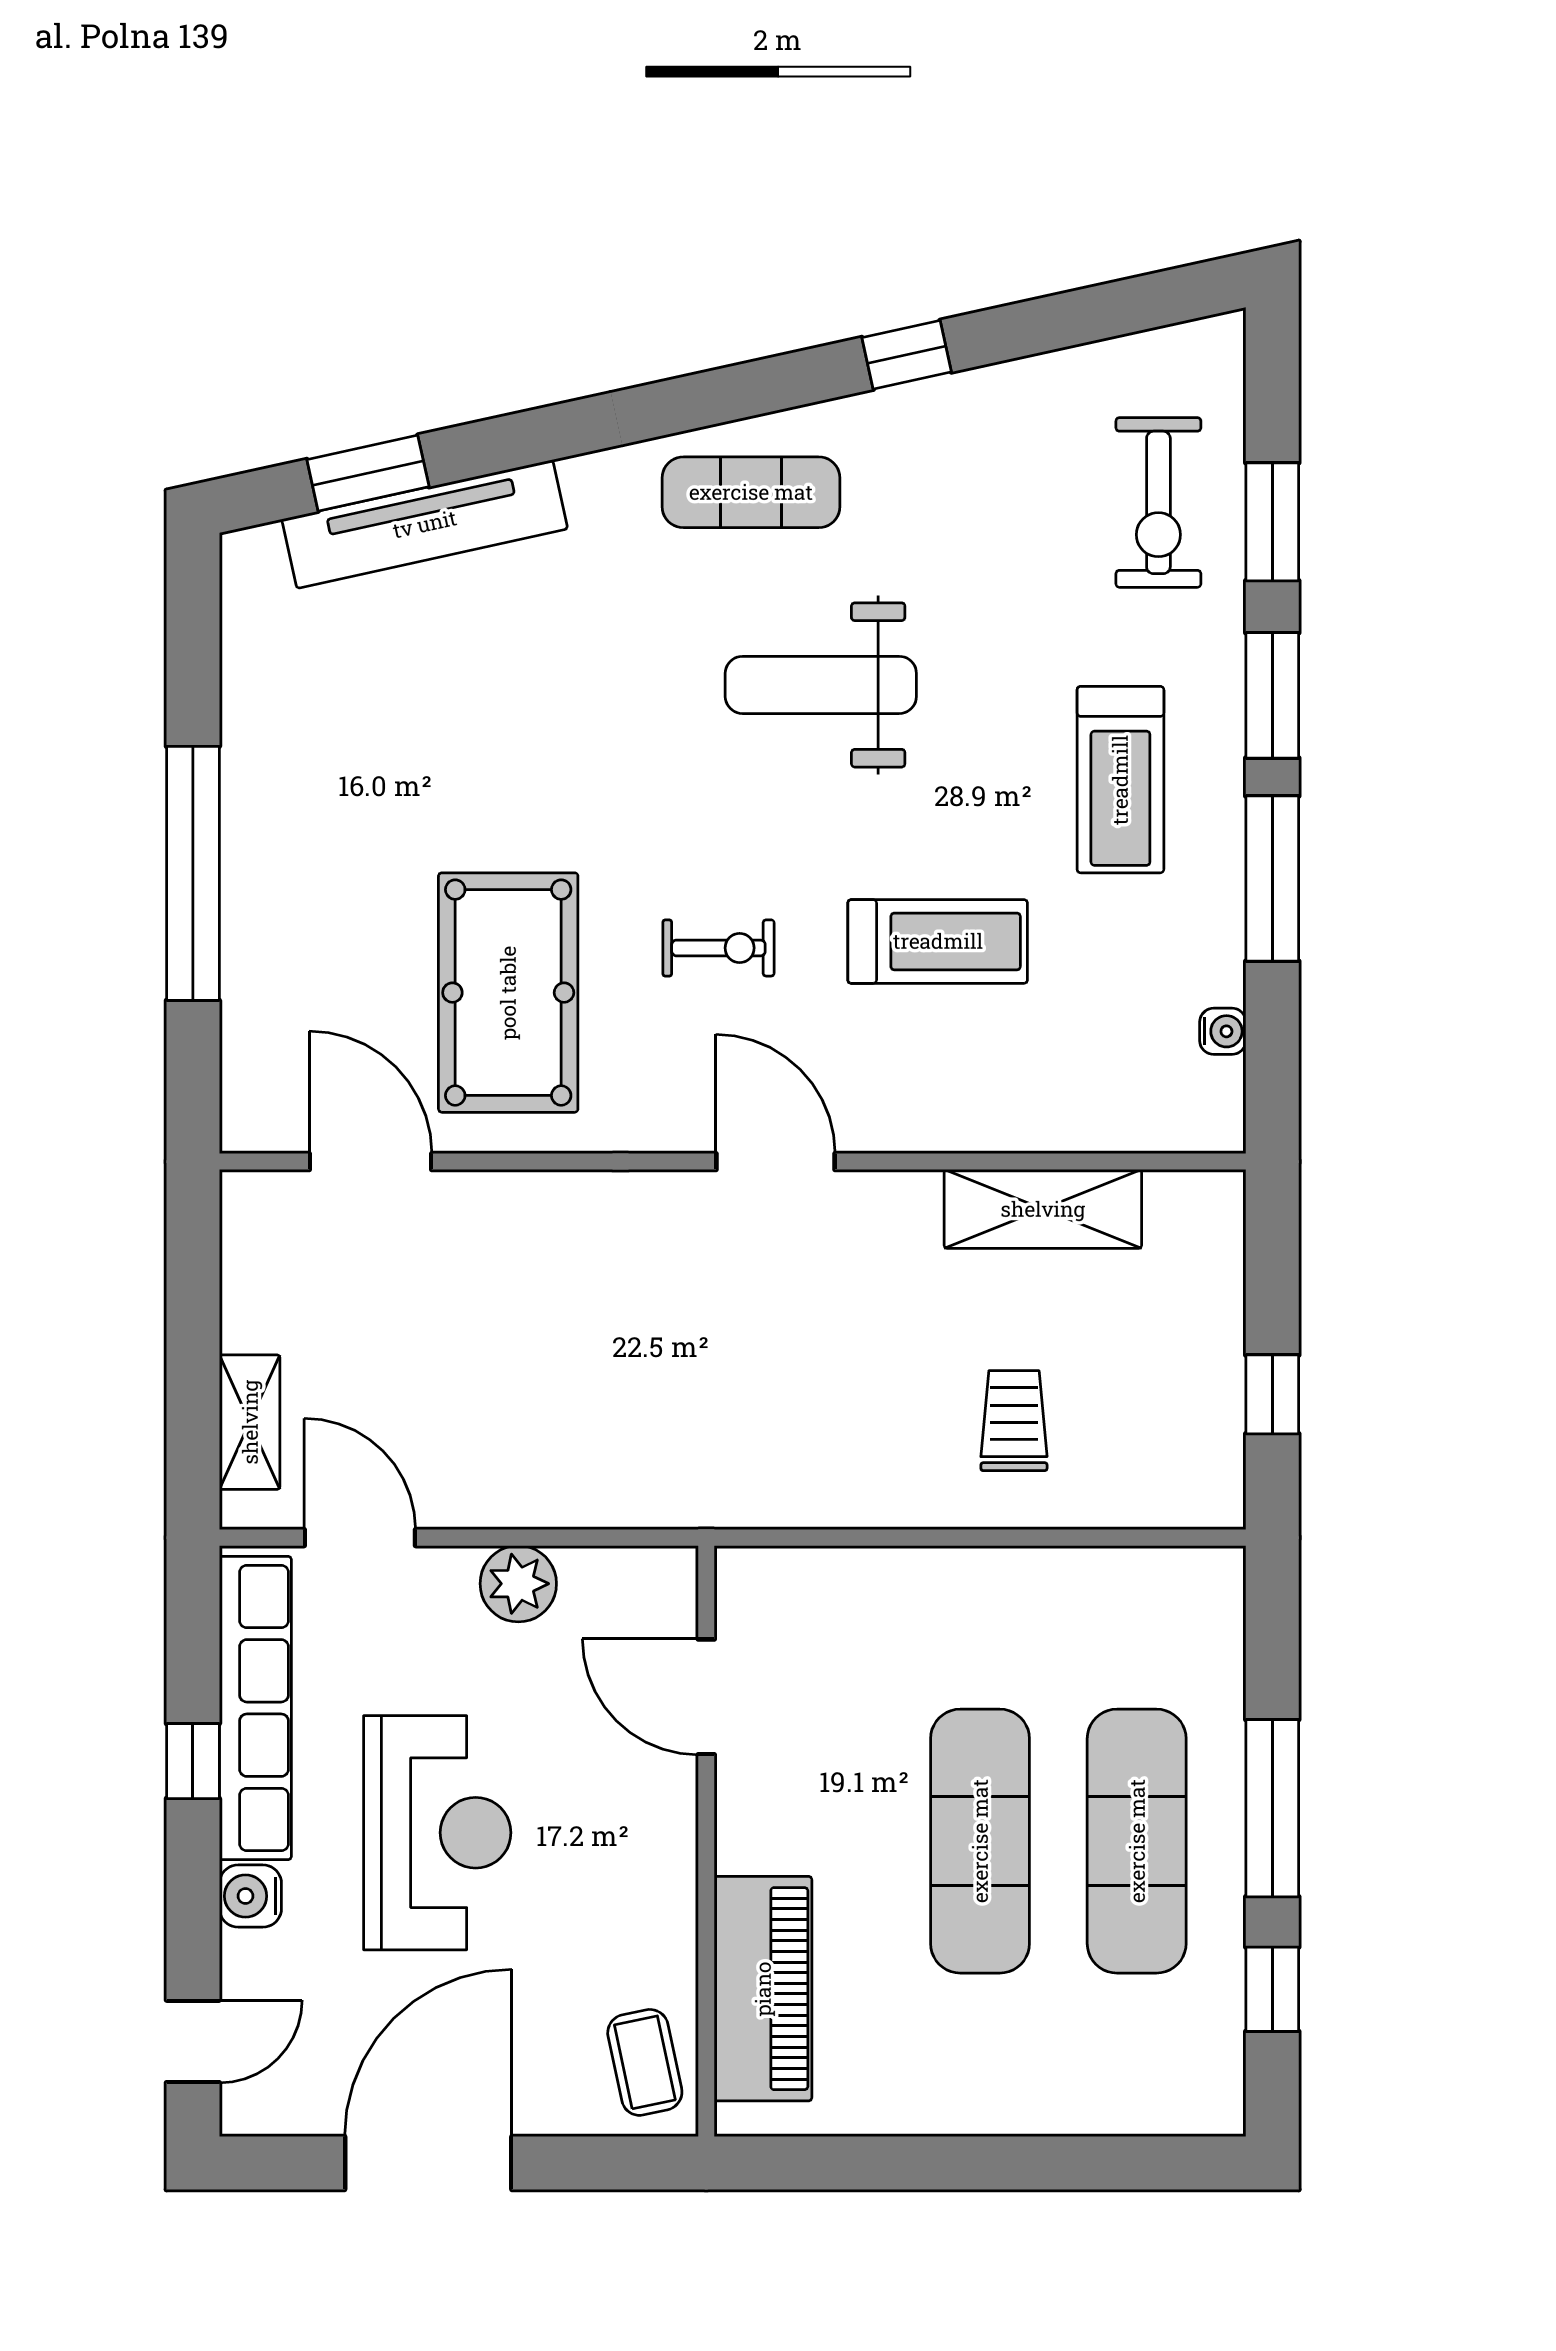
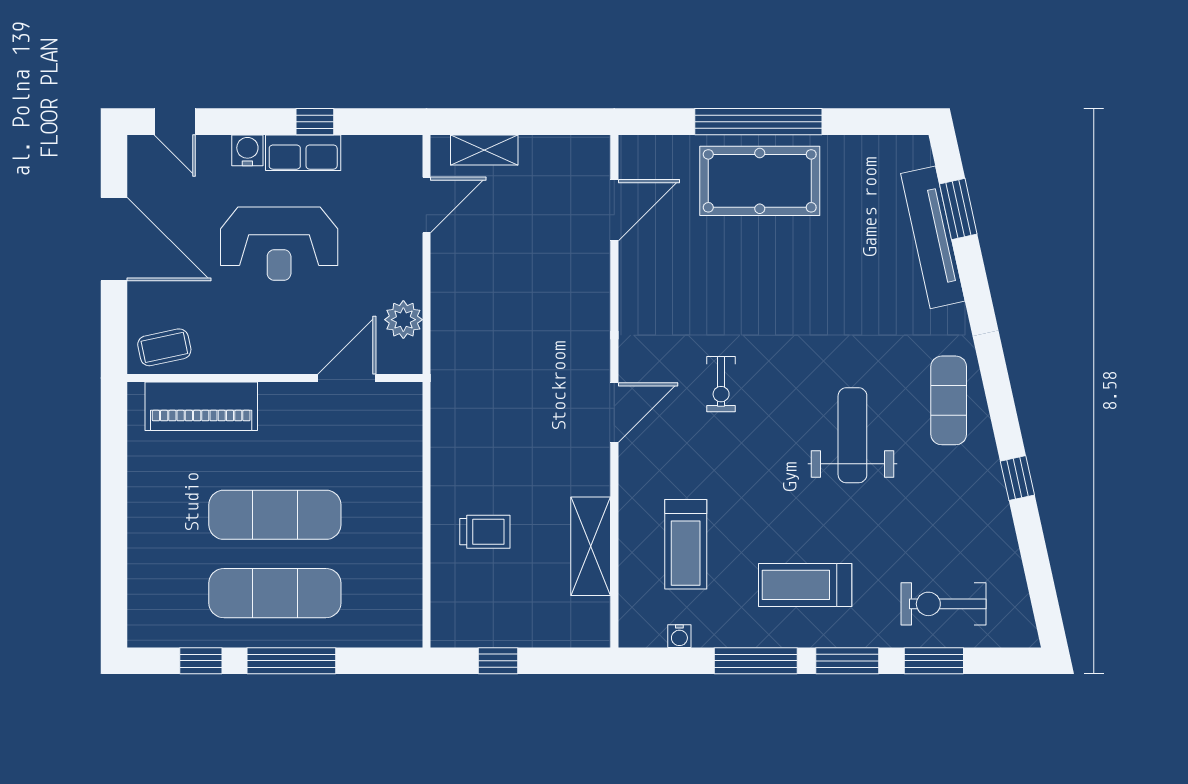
treadmill: (938, 941) -> (686, 544), moved
pool table: (508, 993) -> (760, 181), moved
plant: (518, 1584) -> (403, 320), moved
row of seats: (255, 1708) -> (303, 153), width x0.50

